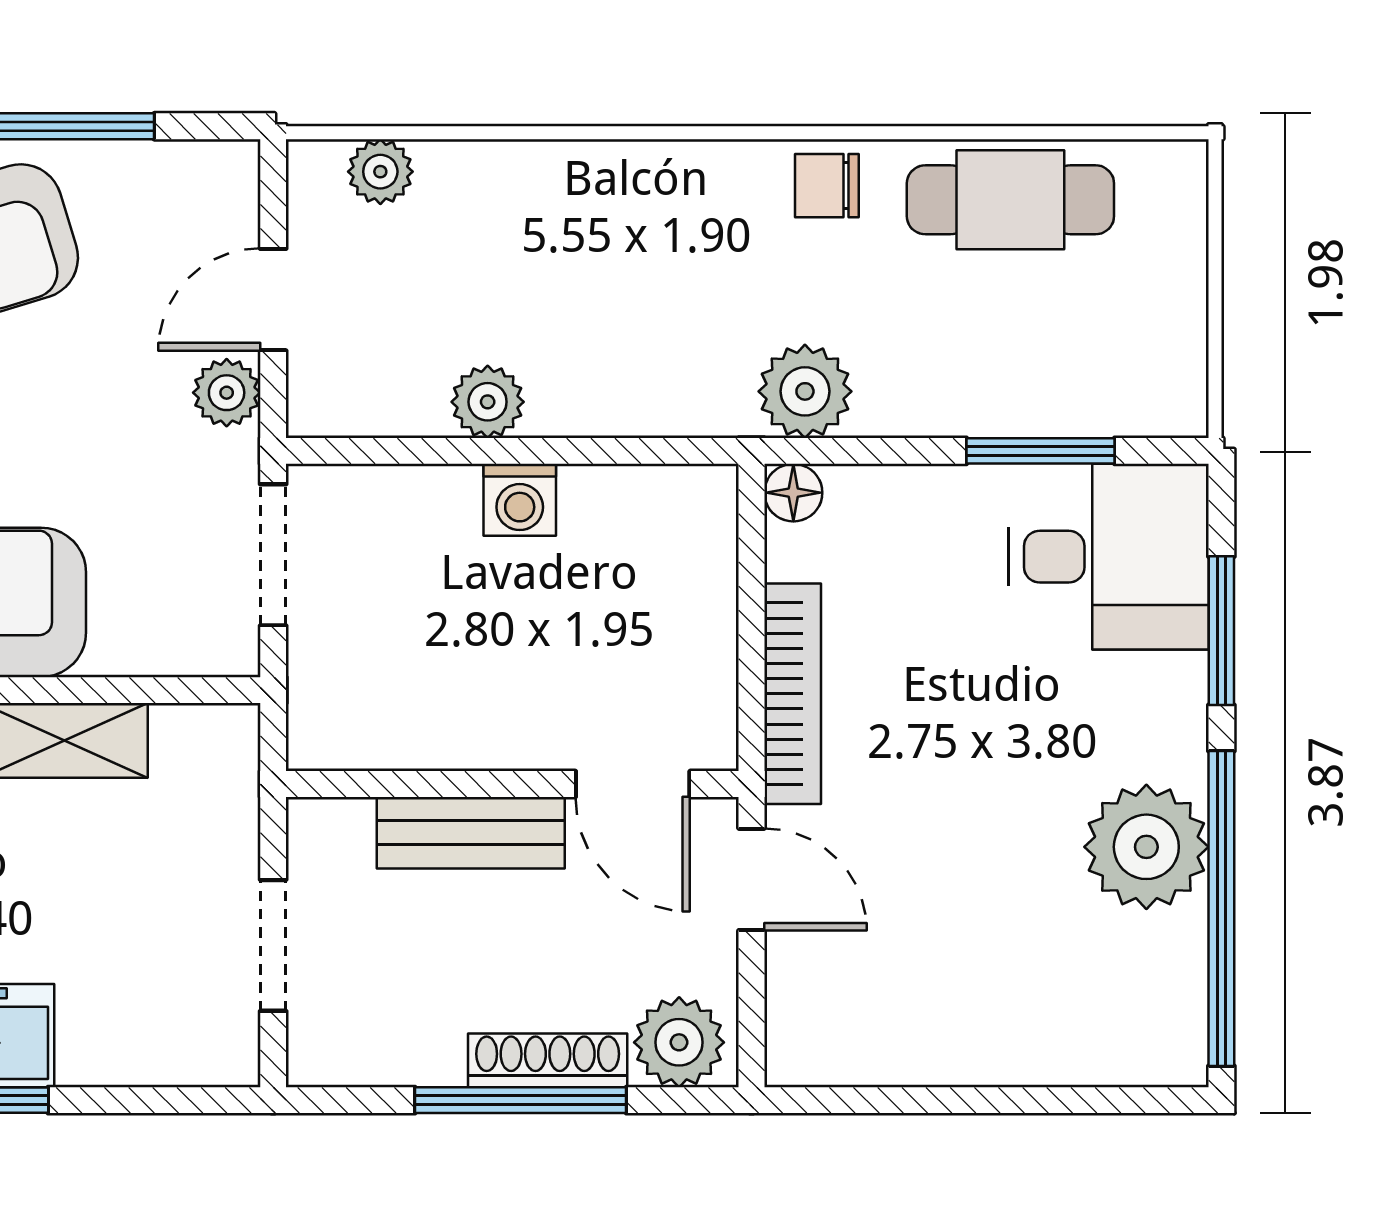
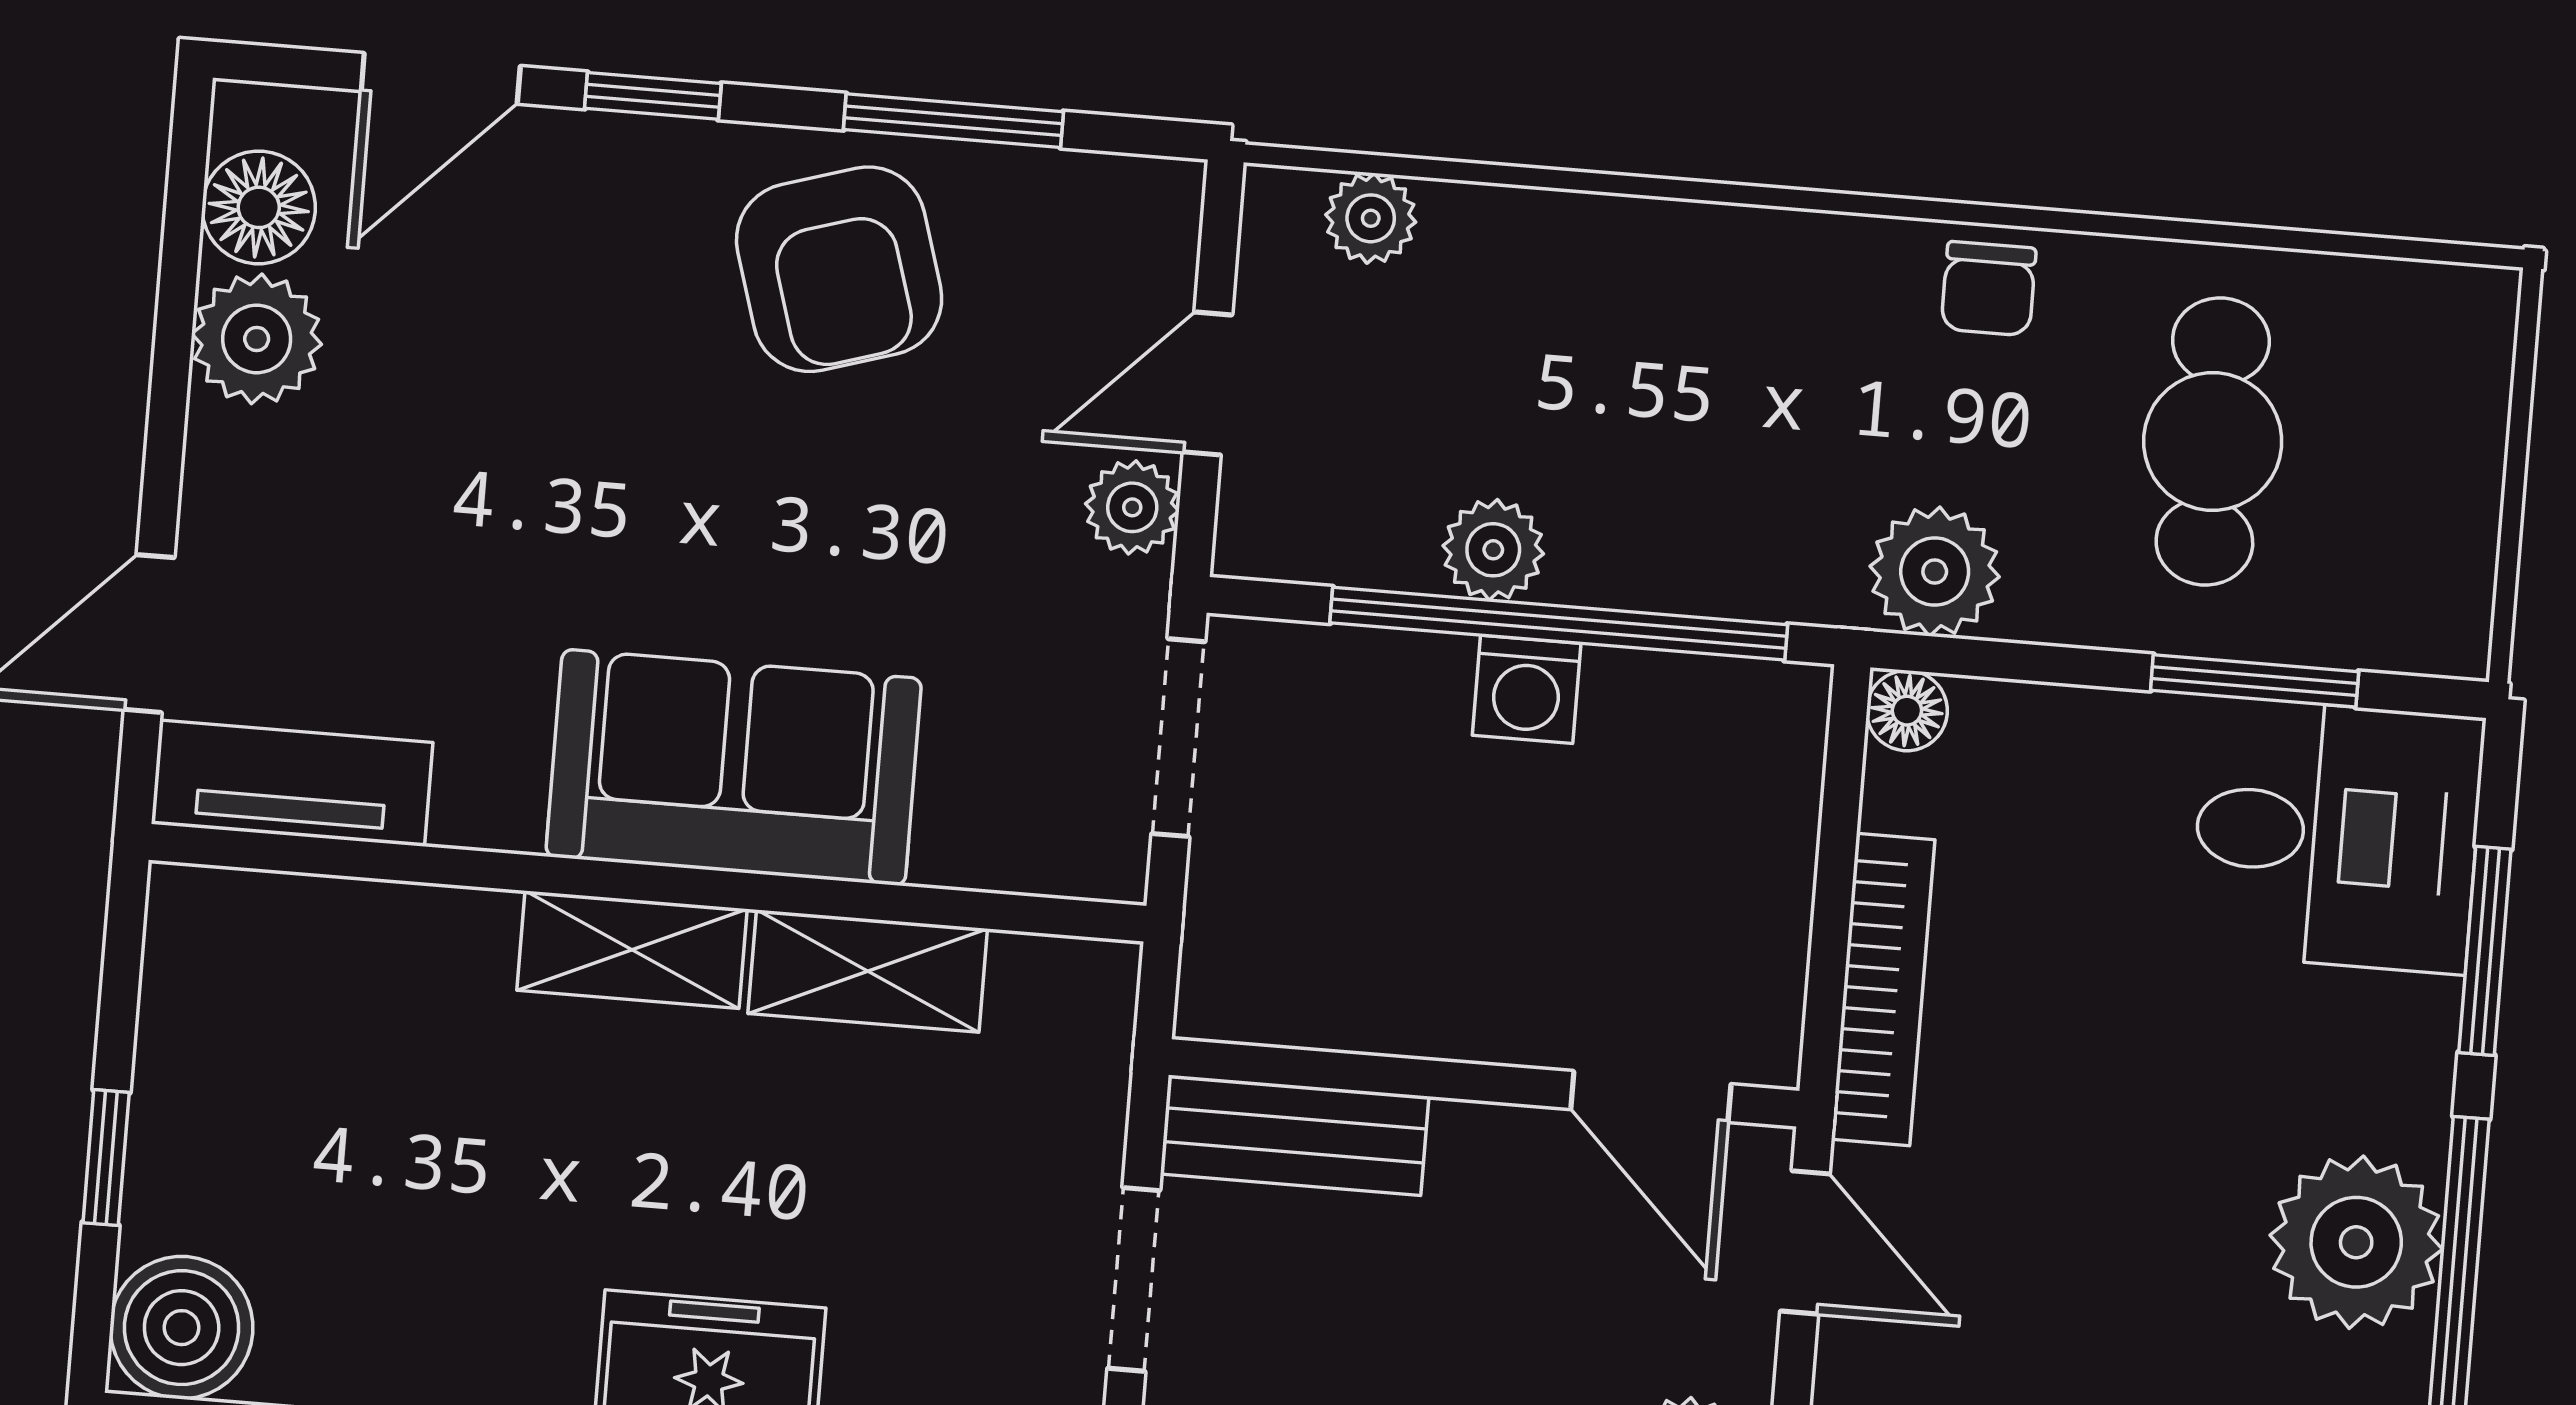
chair: (827, 186) -> (1989, 289), turned -90
cafe table: (1010, 200) -> (2213, 441), moved, turned 90
window: (539, 451) -> (1559, 624), added
bench: (471, 833) -> (1295, 1135), moved

